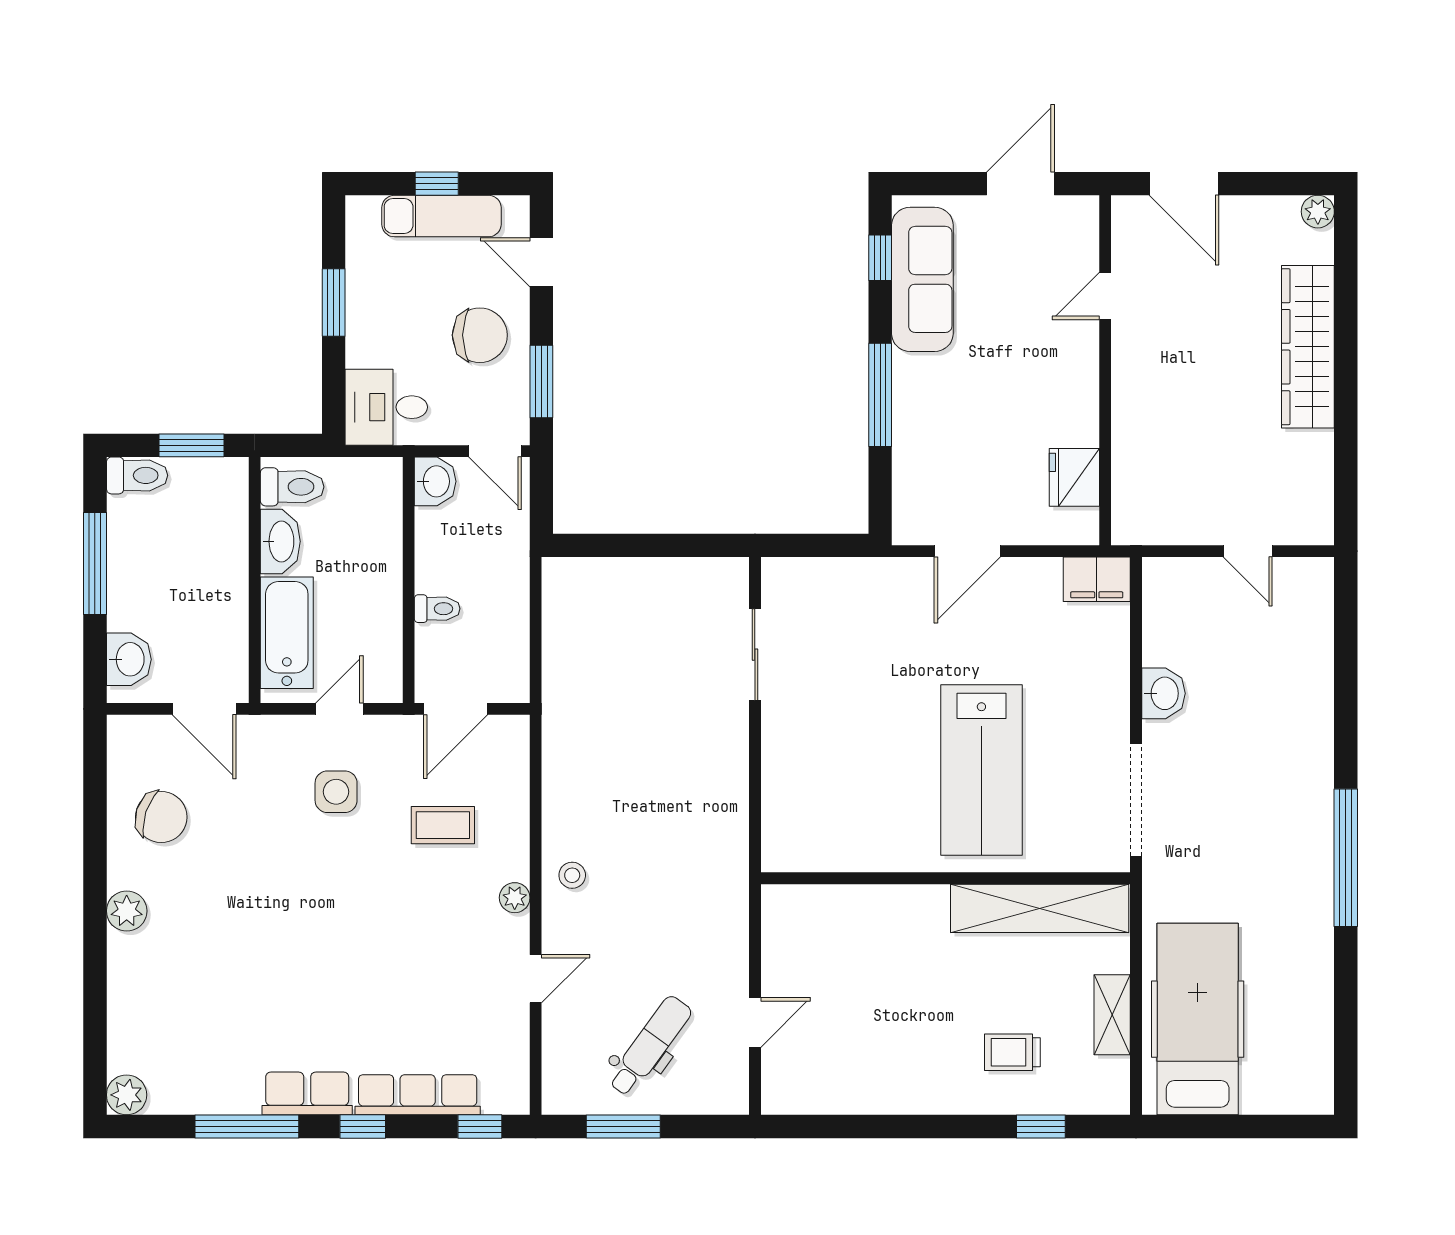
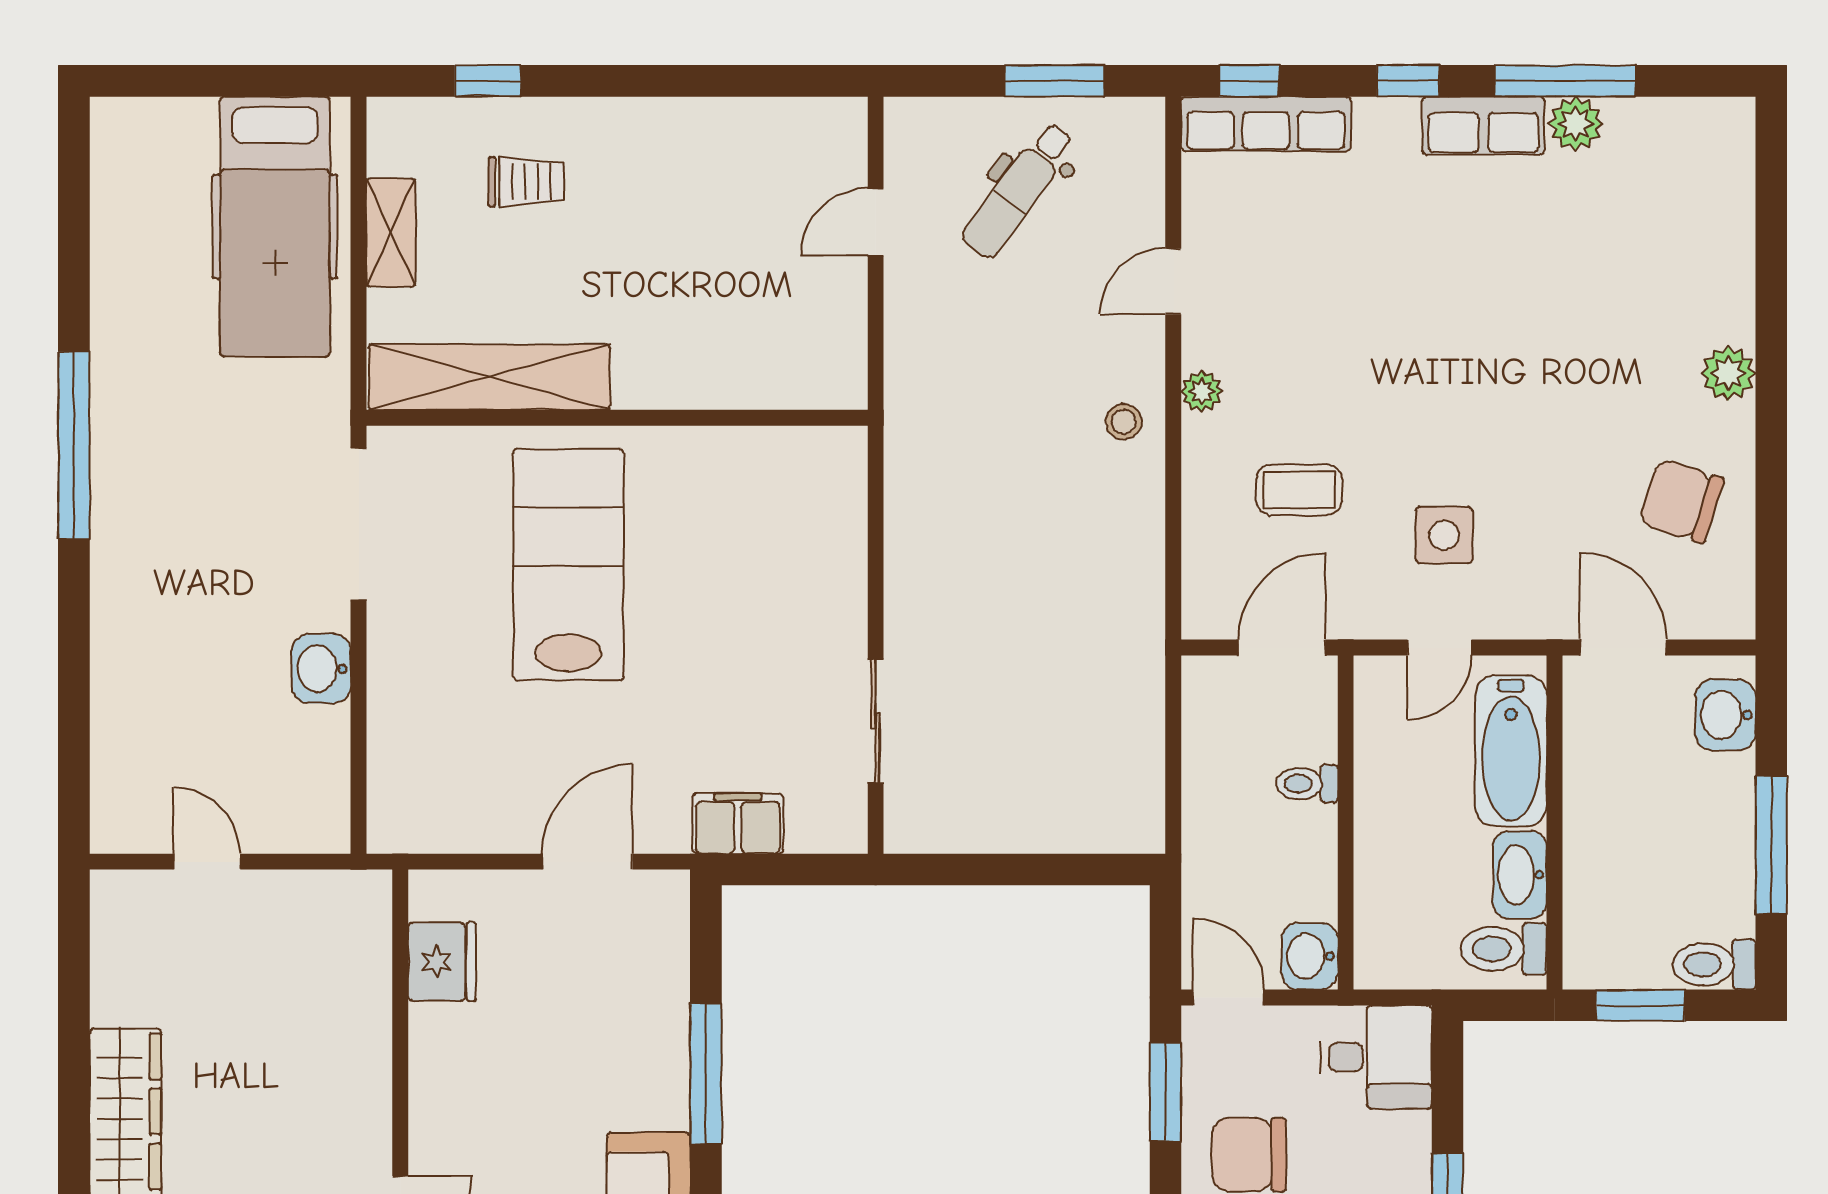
filing cabinet: (1097, 579) -> (738, 824), moved
plant: (127, 1095) -> (1576, 124), moved
row of seats: (418, 1095) -> (1266, 124), moved

